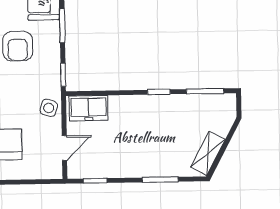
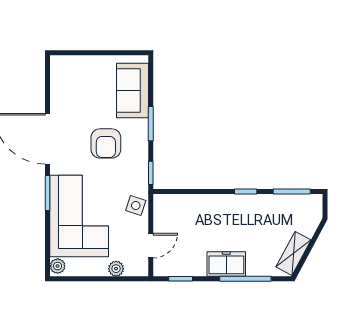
freezer: (89, 108) -> (226, 264), moved, turned 180
plant: (30, 172) -> (116, 269), added
window: (160, 180) -> (245, 279), width x1.44

